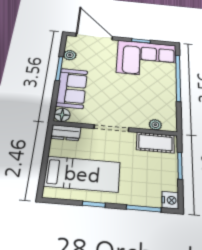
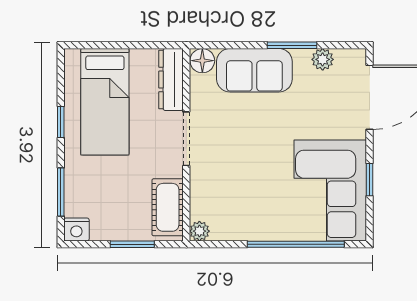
plant: (155, 125) -> (199, 231), moved
dresser: (66, 133) -> (171, 80), width x1.44

